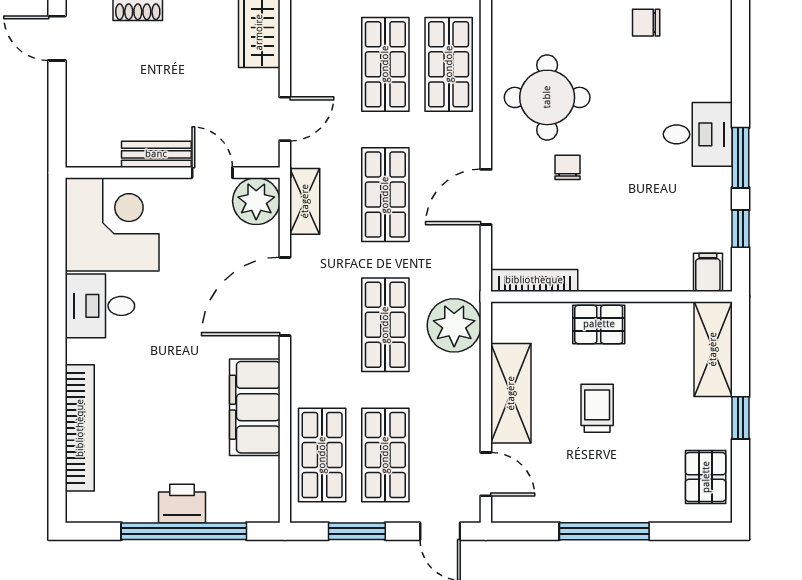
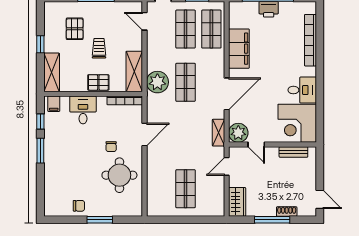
shop shelf: (449, 64) -> (160, 189), removed
desk: (698, 134) -> (83, 110), moved, turned 90
bench: (156, 154) -> (293, 152), moved
shop shelf: (385, 195) -> (186, 135), removed
shelving: (511, 393) -> (134, 71), moved
trolley: (597, 408) -> (99, 48), turned 180
pallet: (706, 477) -> (75, 29), moved

